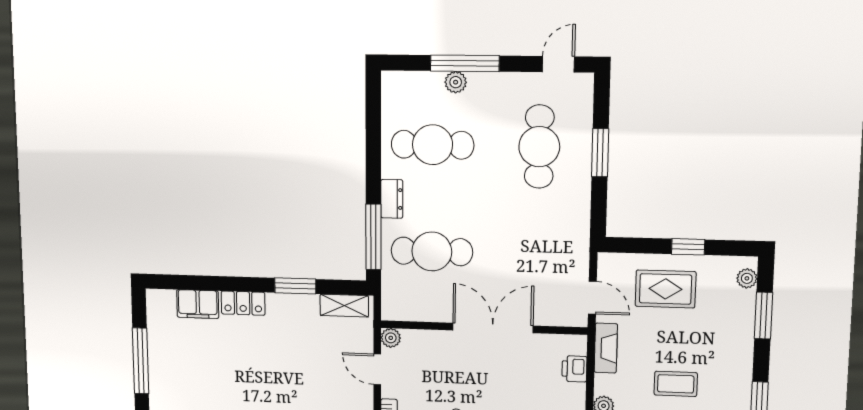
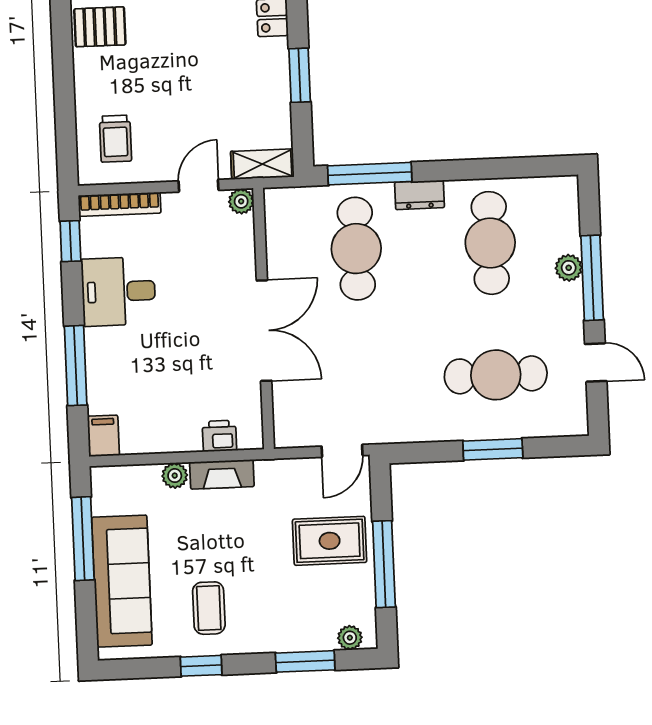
door: (558, 64) -> (596, 362), moved
window: (688, 247) -> (384, 564), width x2.17
rug: (665, 289) -> (330, 541), turned 90
door: (592, 298) -> (342, 451), moved
shelving: (344, 306) -> (262, 164), moved, turned 90
fireplace: (606, 348) -> (222, 474), moved
coffee table: (676, 384) -> (209, 608), moved

